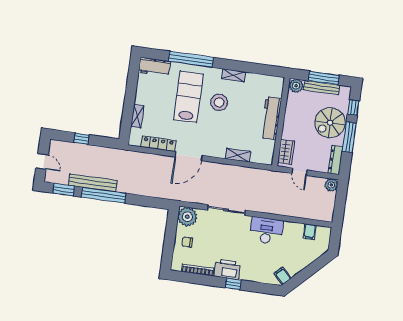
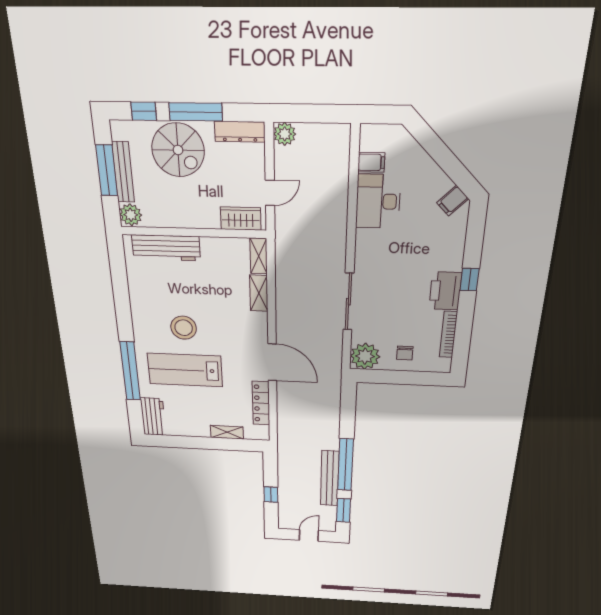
shelving: (234, 75) -> (259, 256), moved
workbench: (271, 118) -> (166, 248), moved
desk: (266, 231) -> (378, 201), moved

